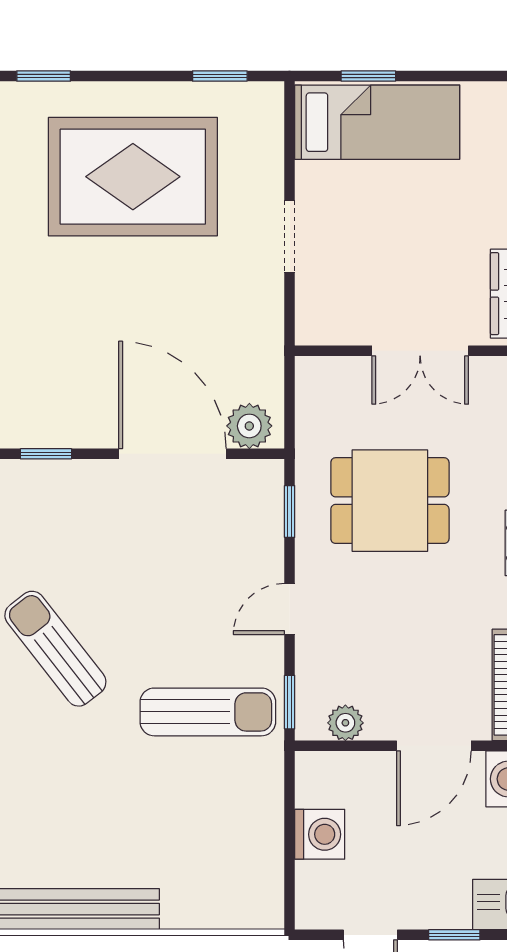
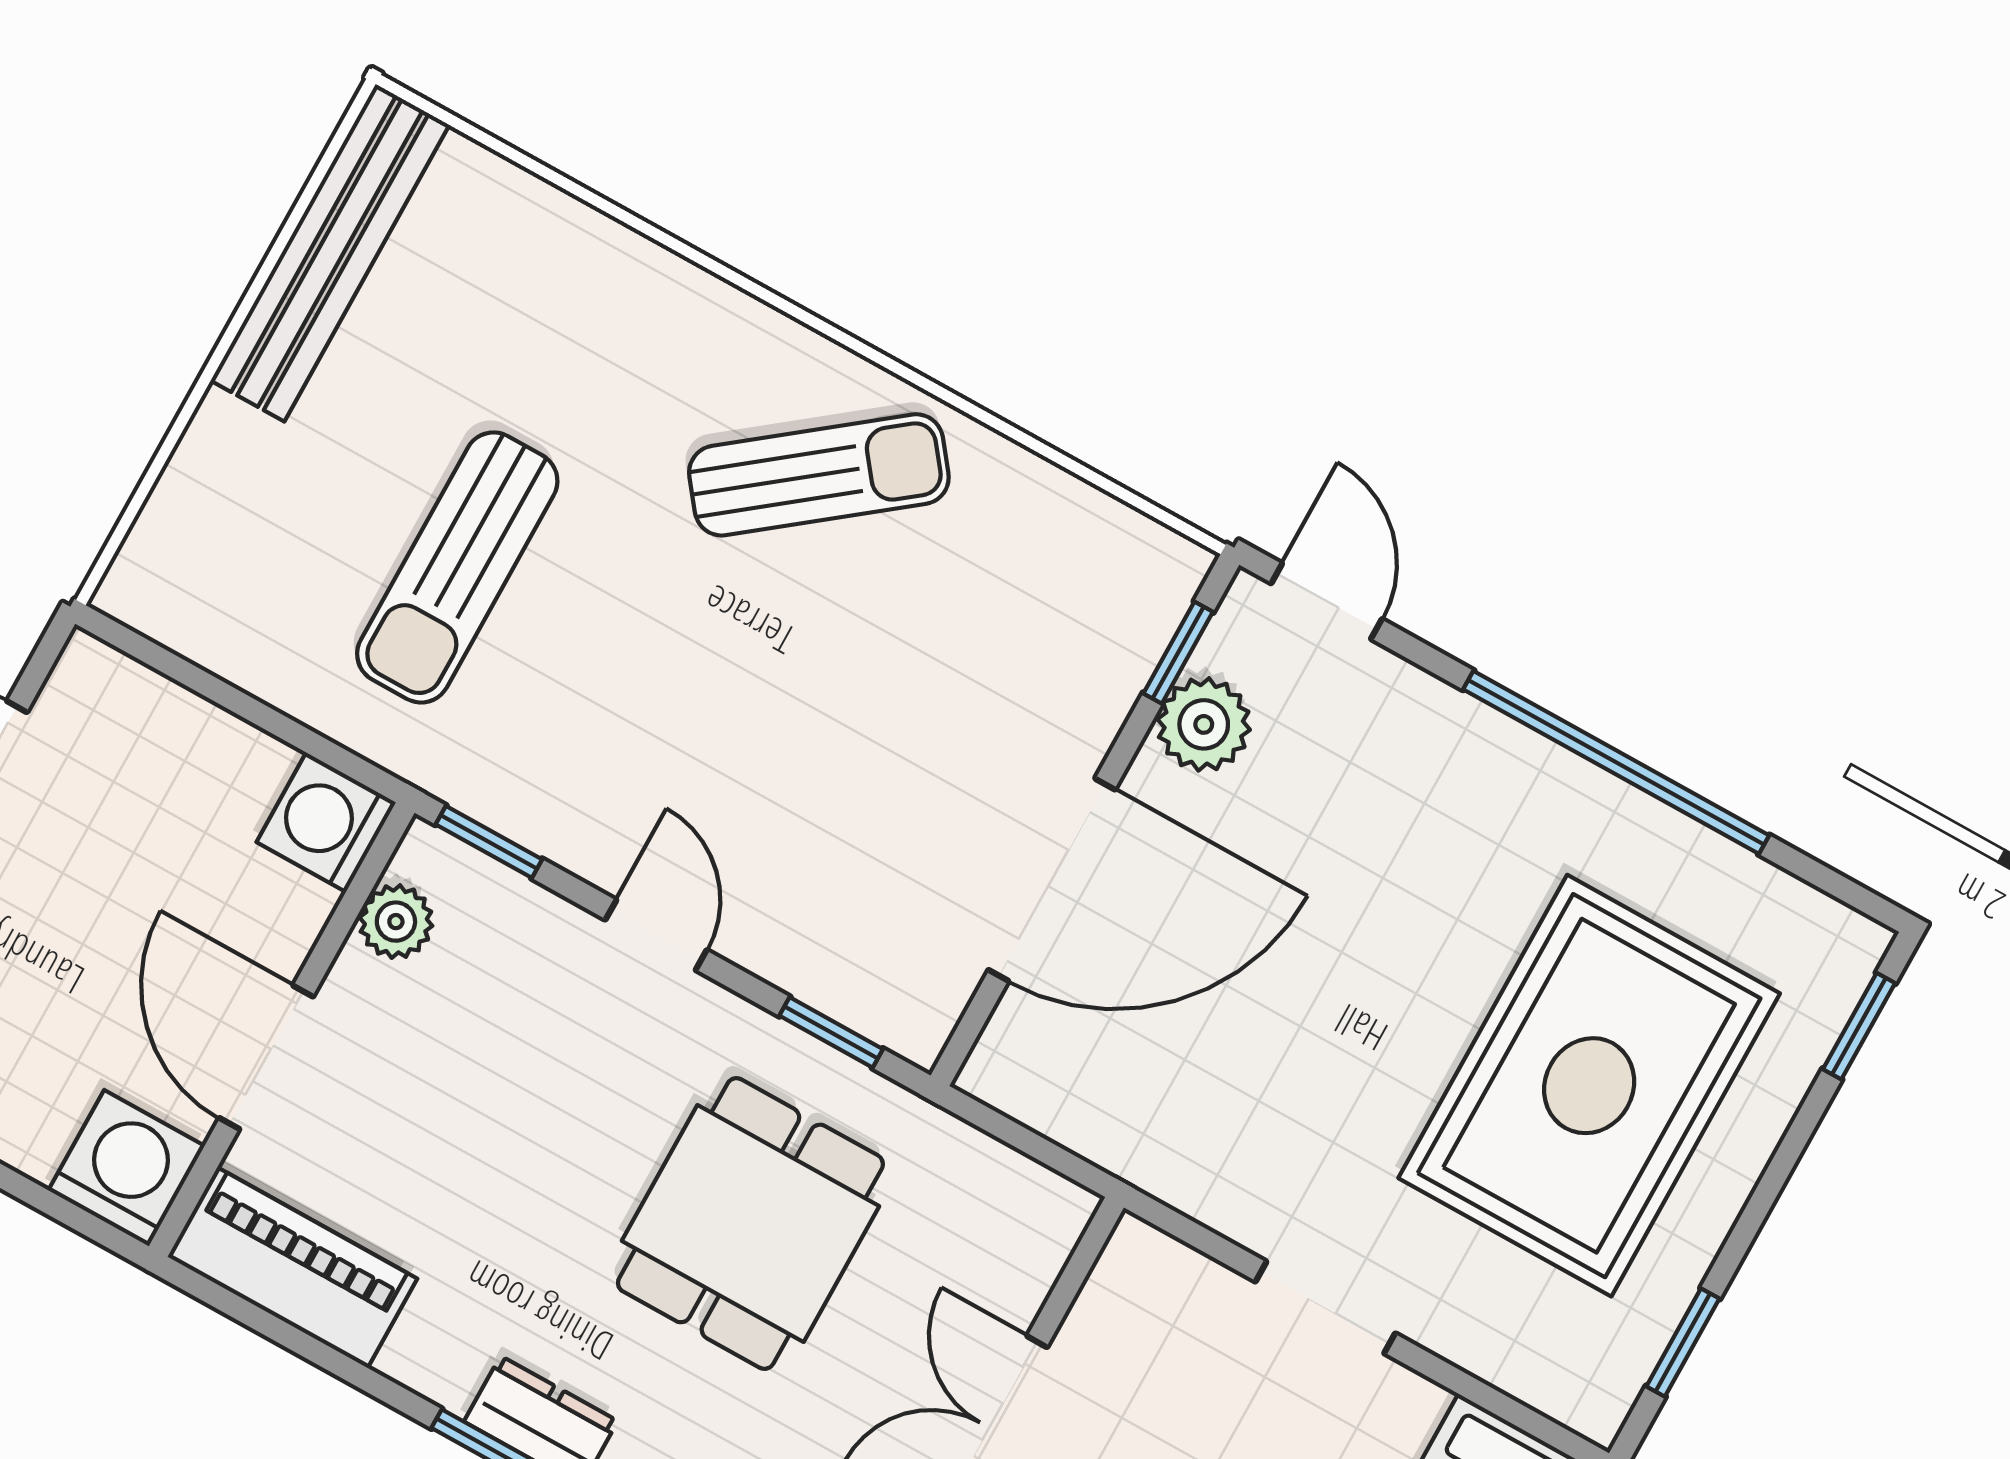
plant: (249, 426) -> (1204, 724), moved
sun lounger: (208, 712) -> (457, 567), moved
washing machine: (320, 834) -> (326, 822), moved, turned 90

